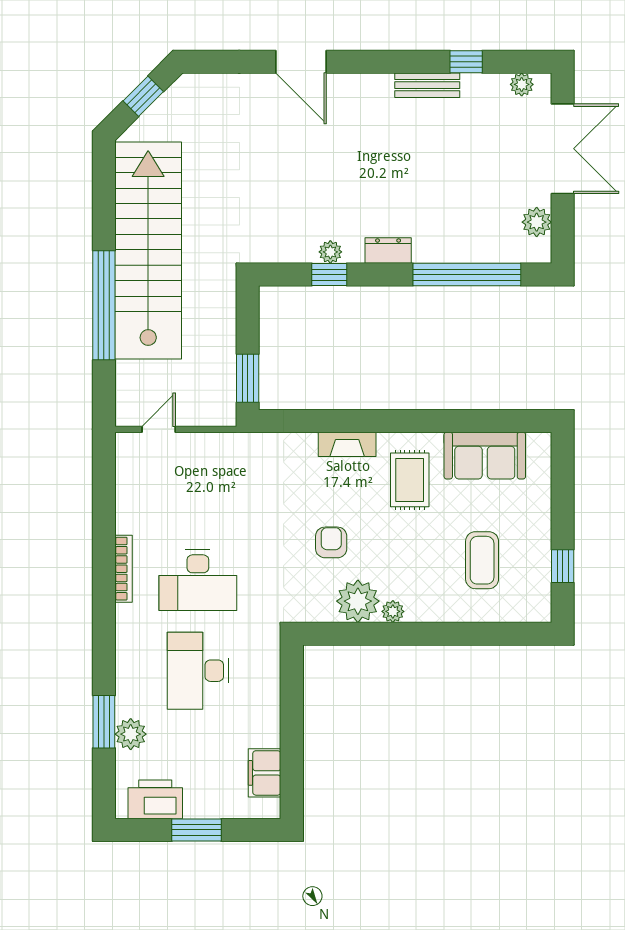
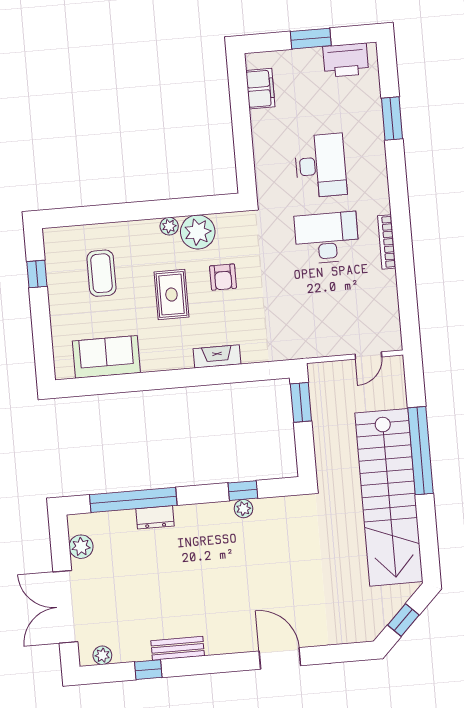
dresser: (388, 251) -> (155, 517), moved
rug: (410, 480) -> (171, 295), moved
plant: (131, 734) -> (370, 111), removed

